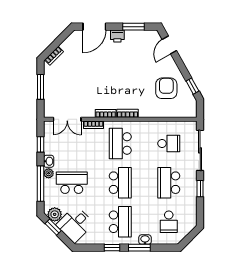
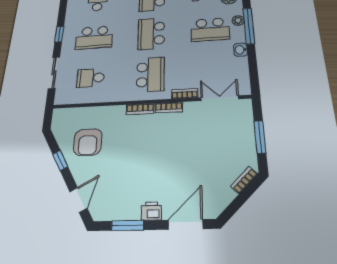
window: (192, 86) -> (60, 160), moved
window: (41, 144) -> (253, 67), removed
sliding door: (200, 150) -> (54, 73), width x0.73
plant: (49, 173) -> (238, 20), moved
school desk: (169, 183) -> (94, 38), turned 90

